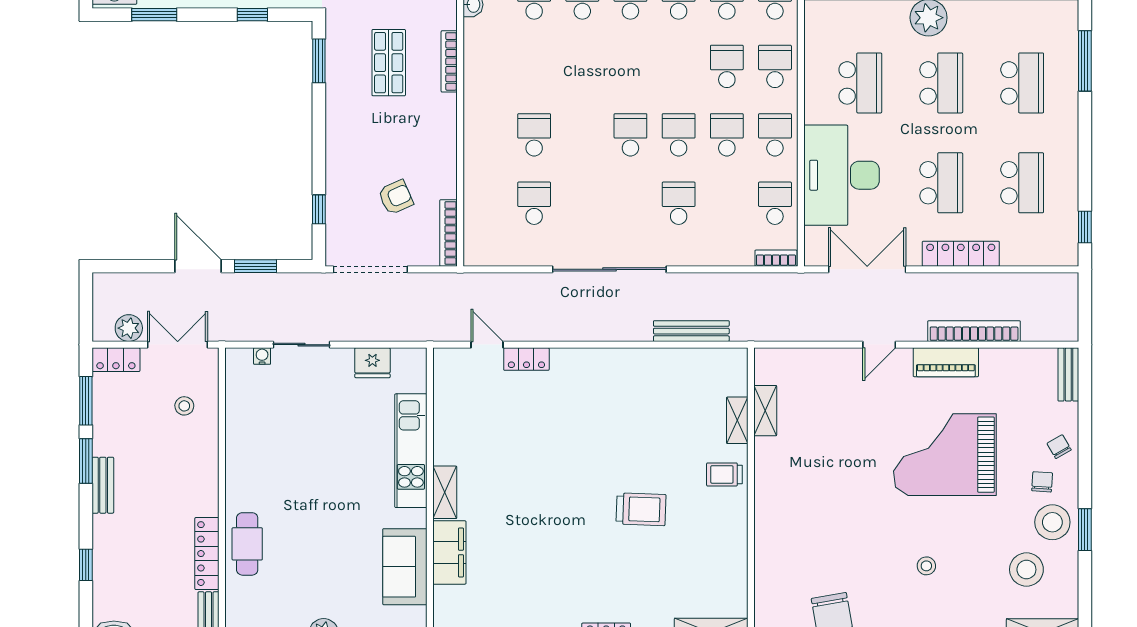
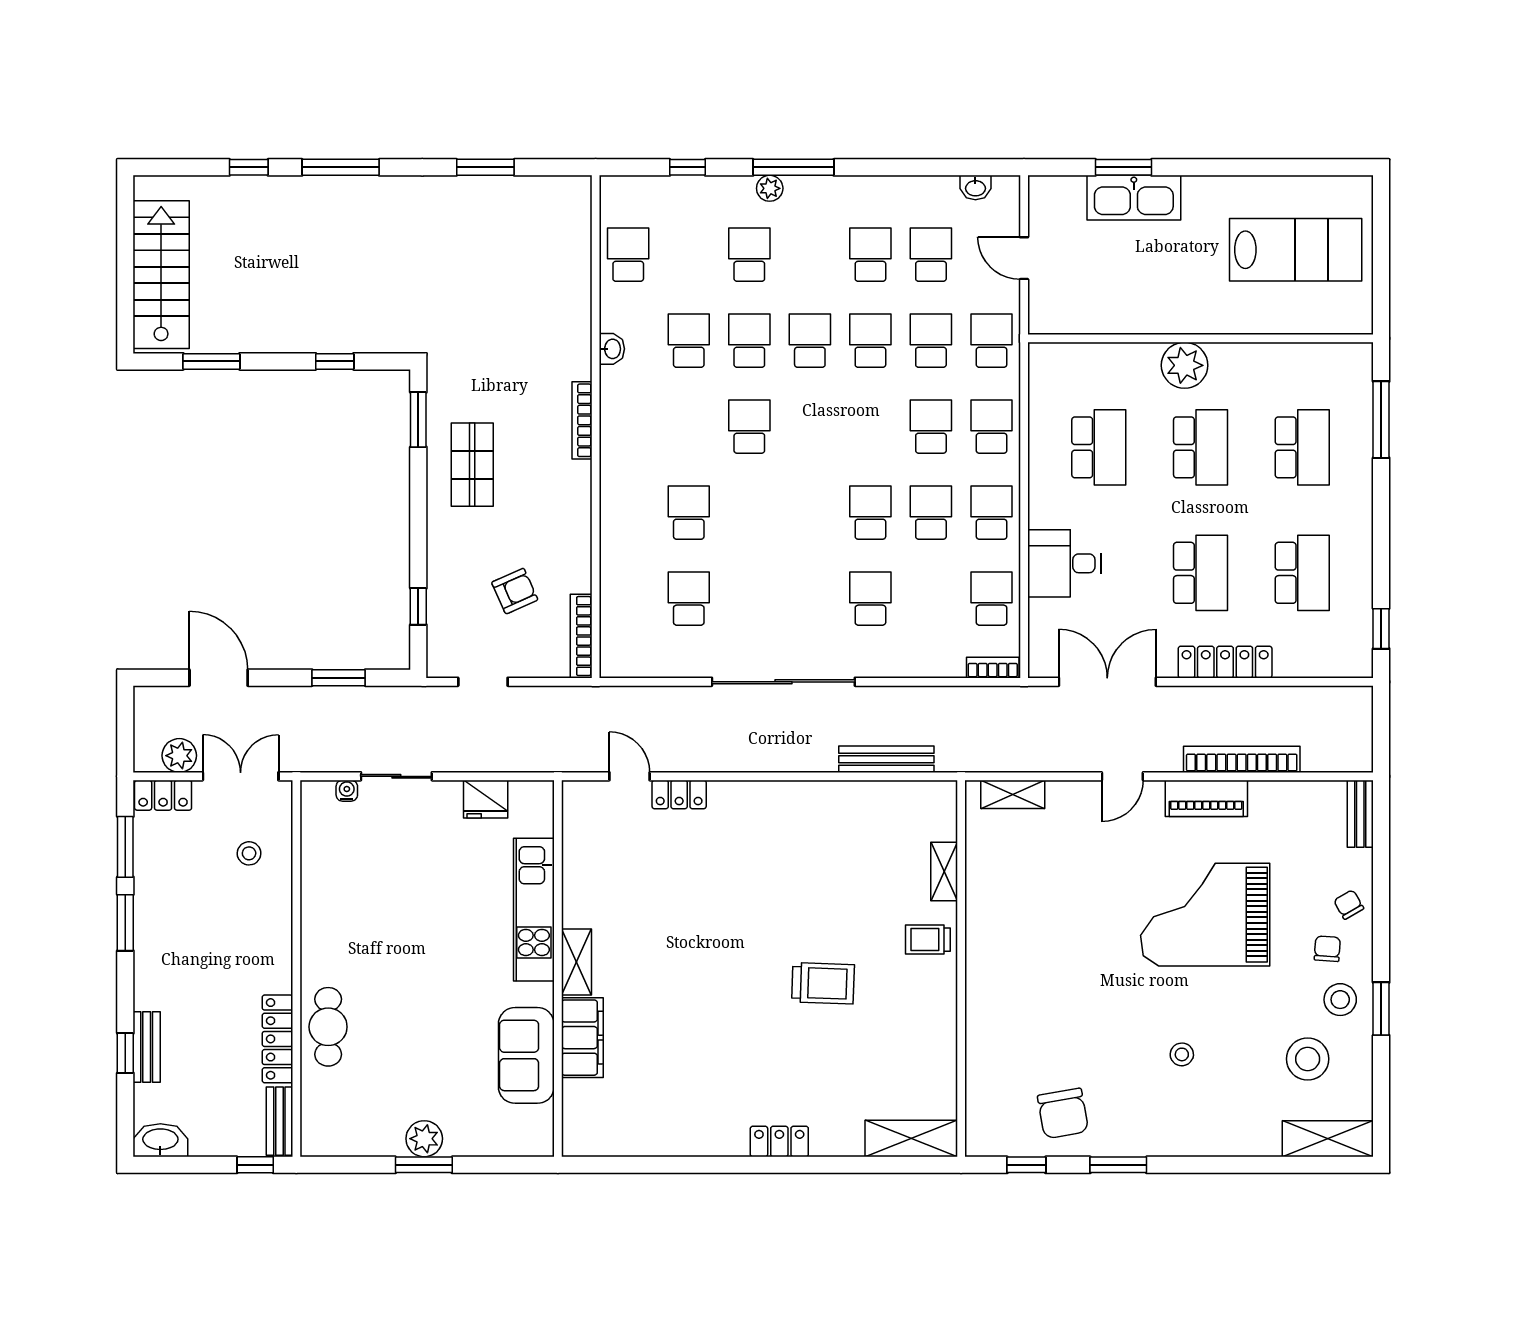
shop shelf: (389, 63) -> (472, 465), moved
school desk: (630, 135) -> (749, 427), moved
desk: (842, 175) -> (1064, 563), width x0.53, depth x0.77
door: (198, 266) -> (219, 678), moved
doorway: (370, 269) -> (483, 682), width x0.53
shelving: (765, 411) -> (1013, 794), moved, turned 90
bench: (103, 485) -> (147, 1047), moved
stool: (1052, 522) -> (1340, 1000), width x0.73, depth x0.73

